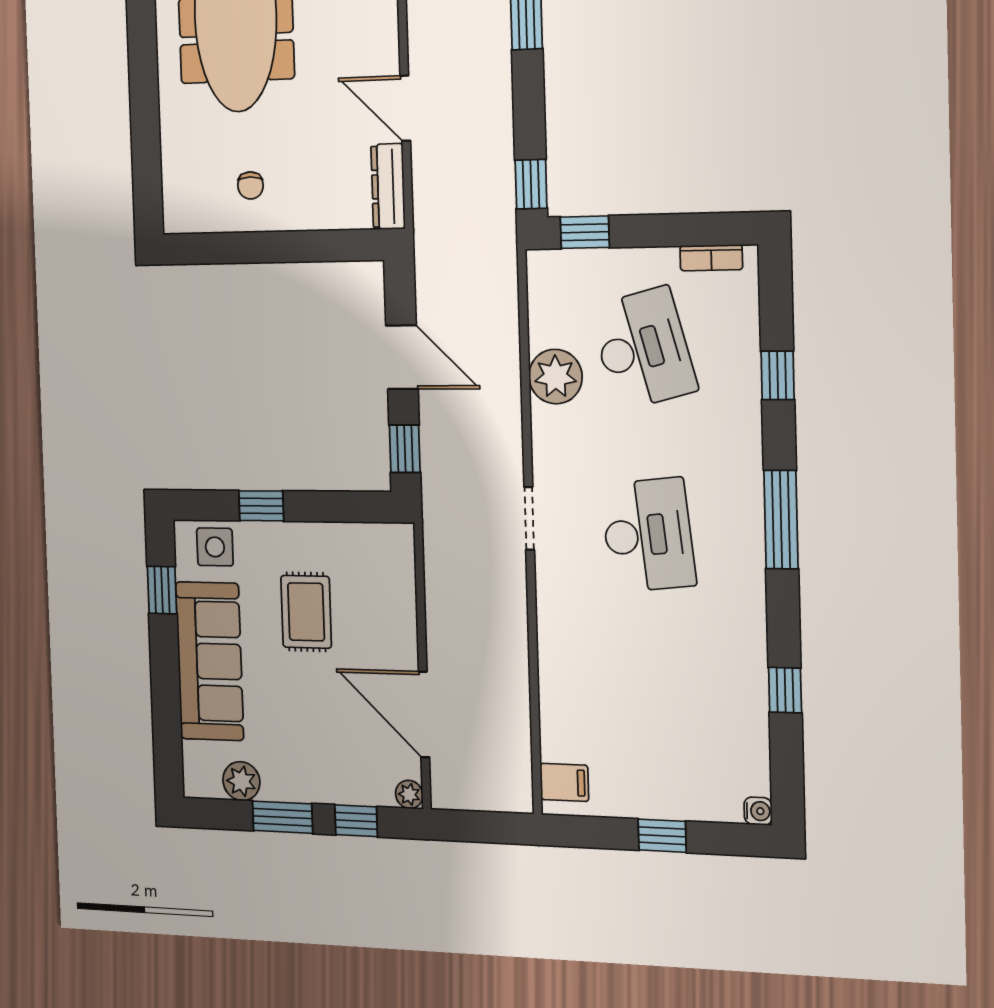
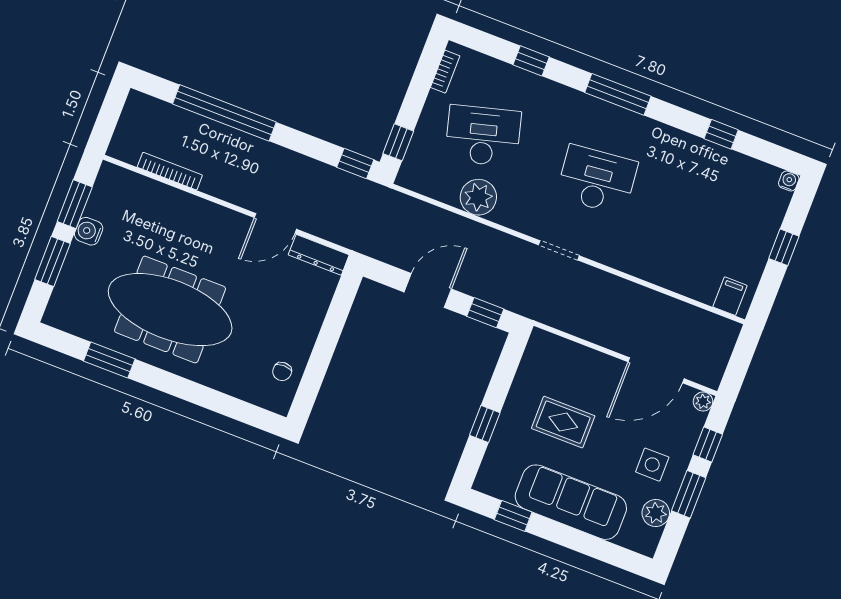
chair: (250, 185) -> (282, 371), moved, turned 90
side table: (215, 547) -> (652, 465), moved

